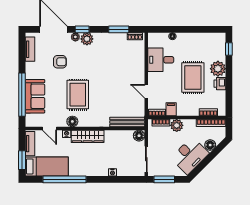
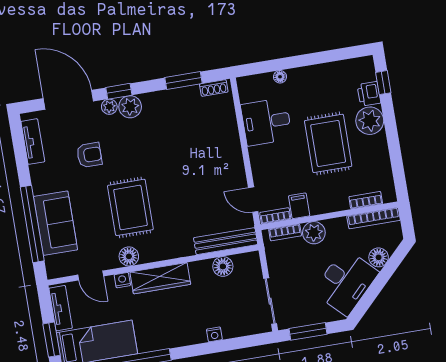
printer: (220, 84) -> (369, 94), moved
door: (146, 91) -> (253, 200), moved
floor lamp: (139, 136) -> (223, 266), moved

